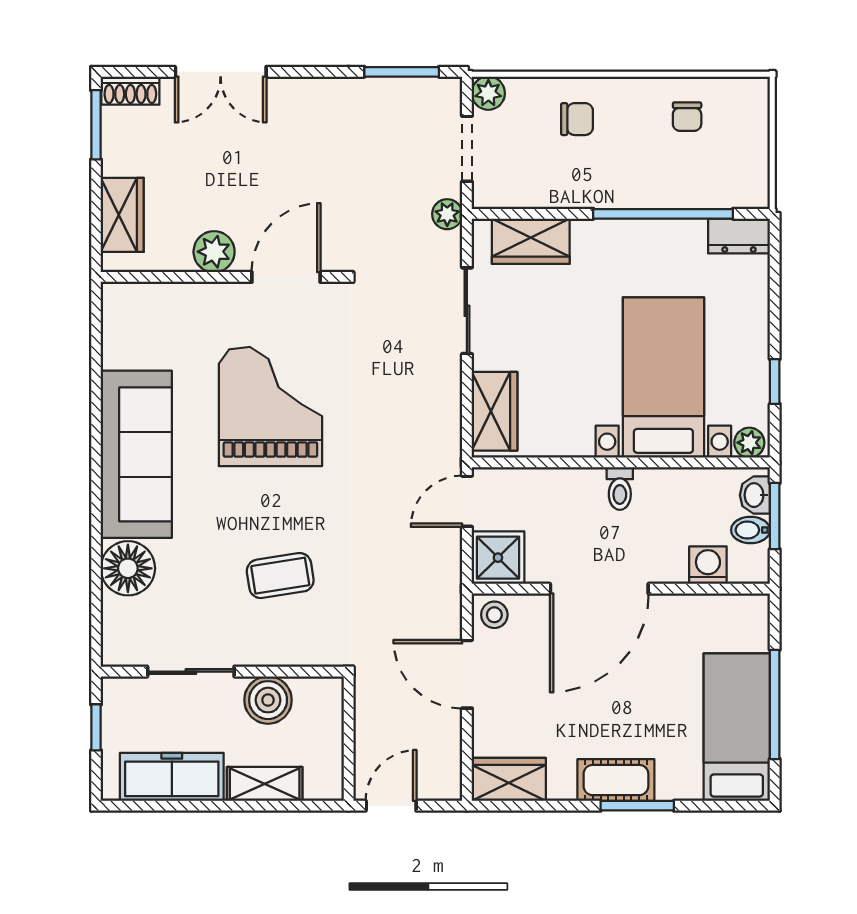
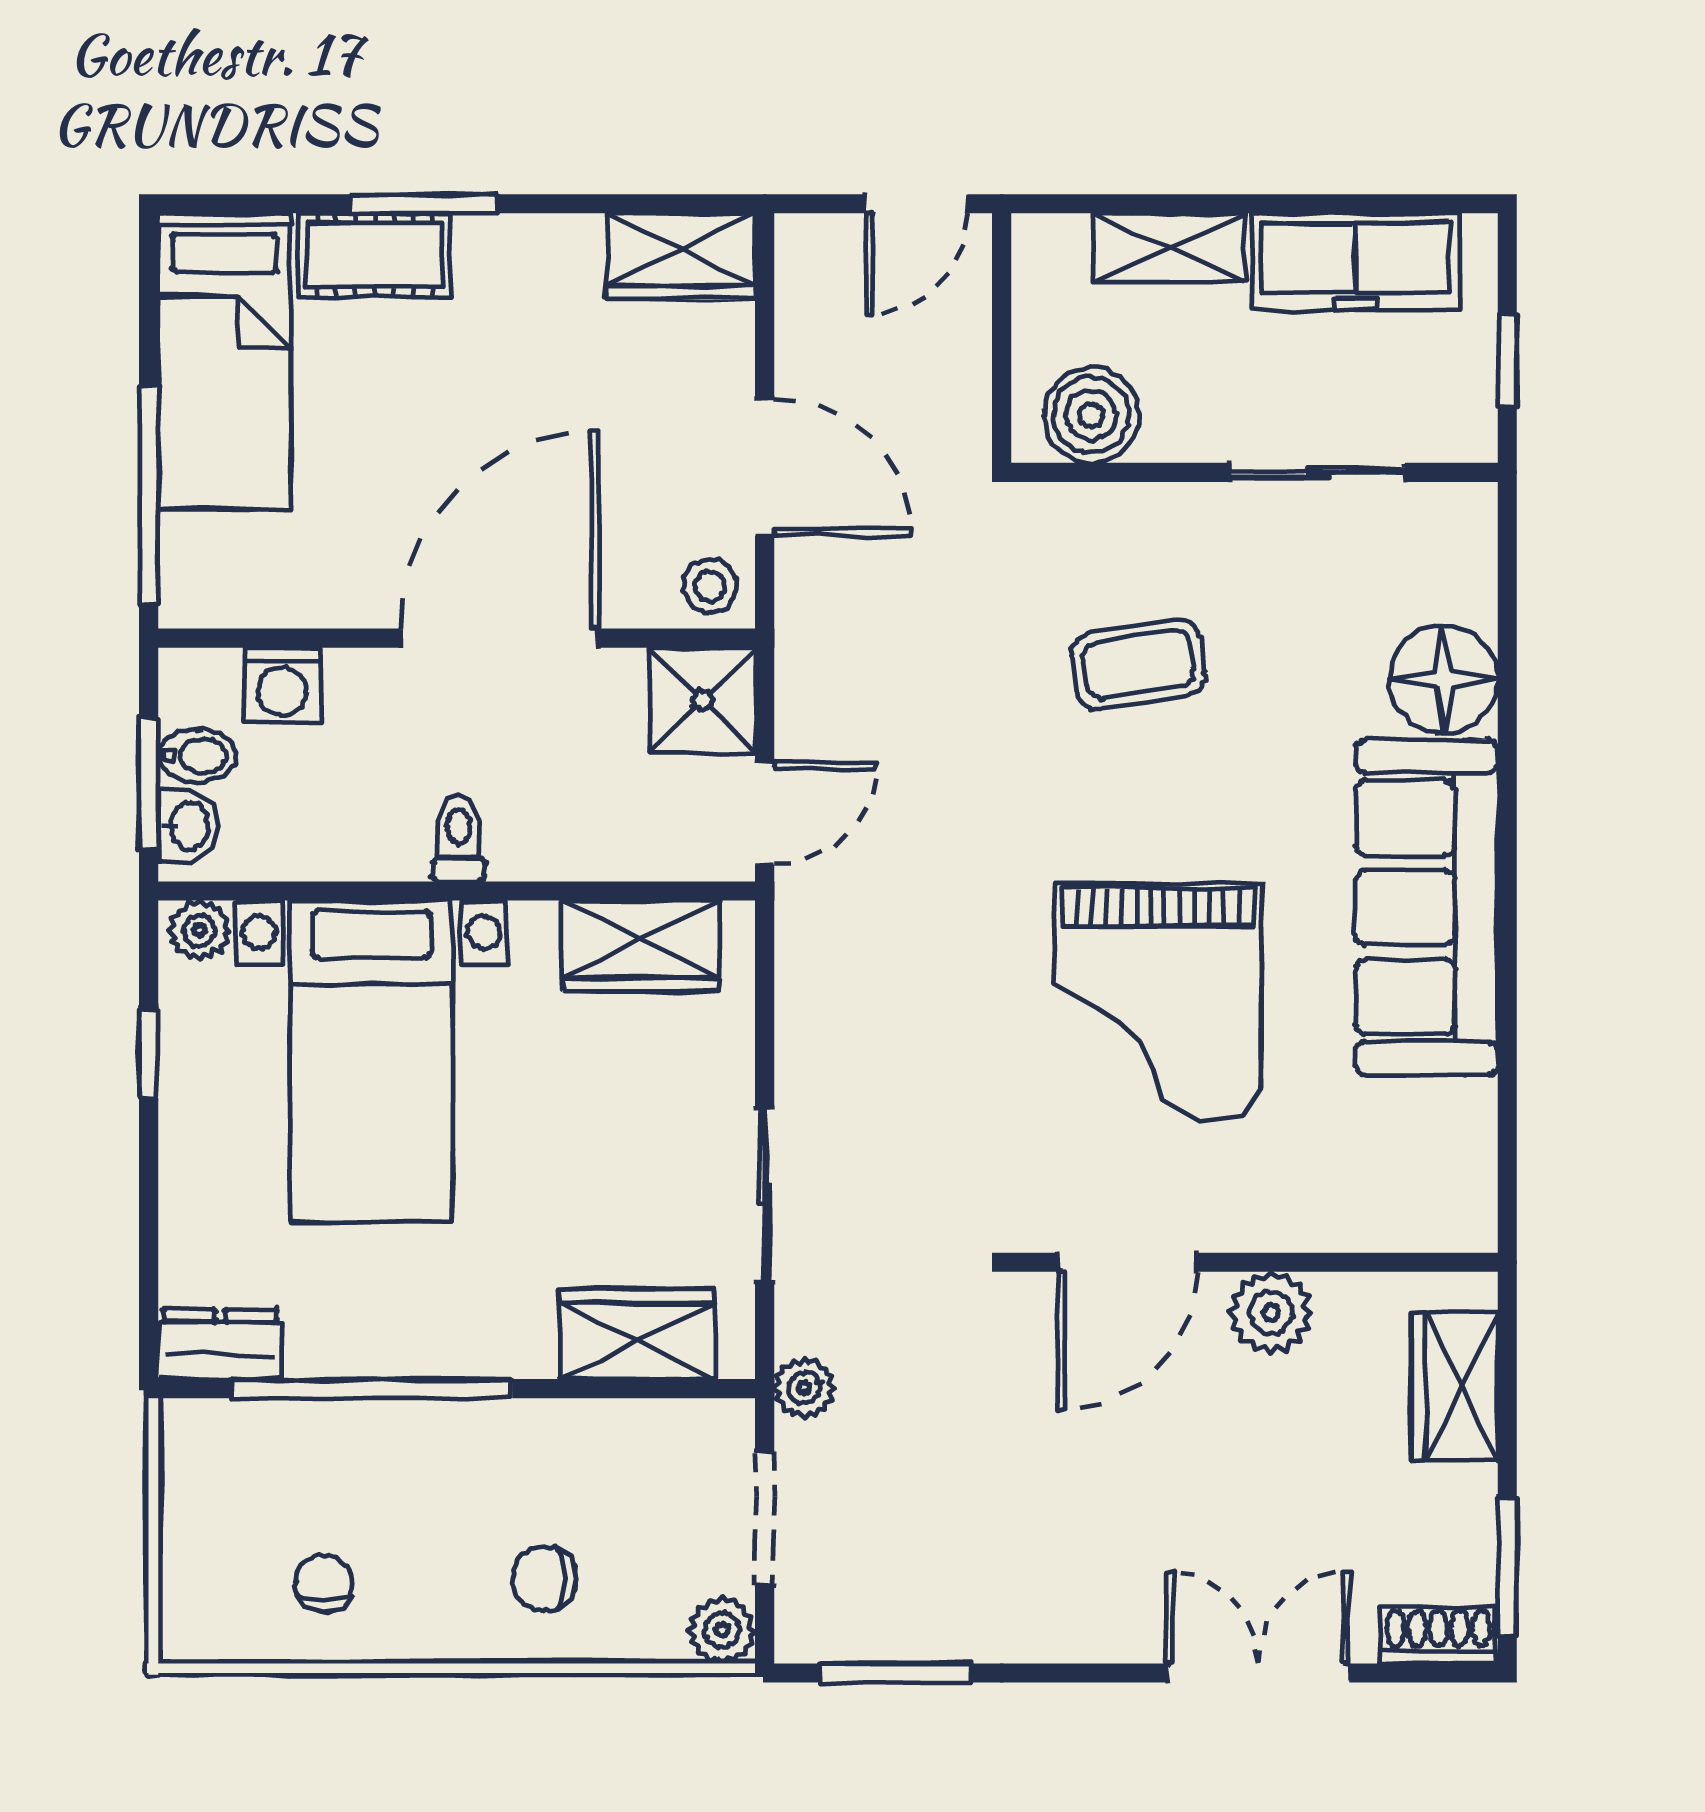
wardrobe: (494, 411) -> (641, 946), moved, turned -90
boiler: (268, 700) -> (1091, 415), moved
window: (775, 704) -> (149, 495), moved
cot: (616, 780) -> (374, 255), moved

